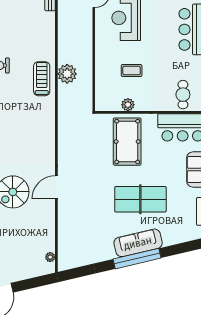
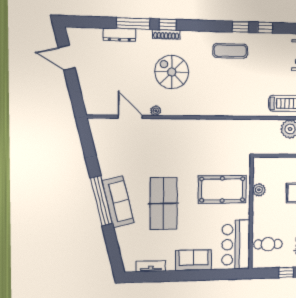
door: (56, 187) -> (130, 117), moved
plant: (50, 257) -> (156, 111), moved

